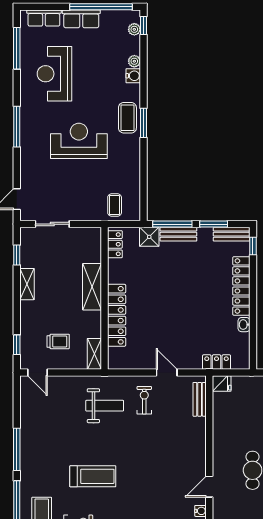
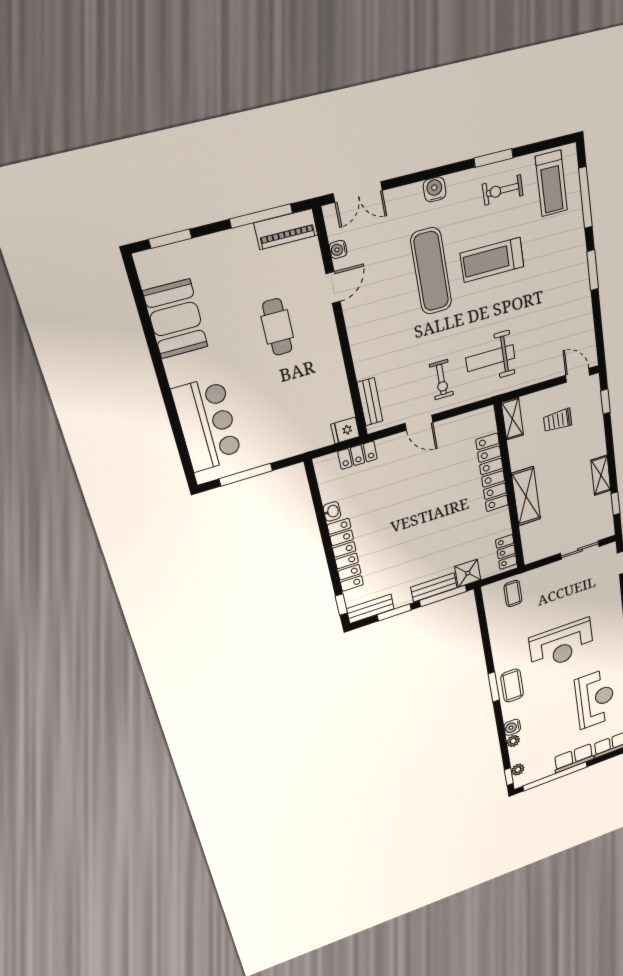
window: (17, 449) -> (593, 270), width x0.69
exercise mat: (139, 480) -> (431, 271), added

